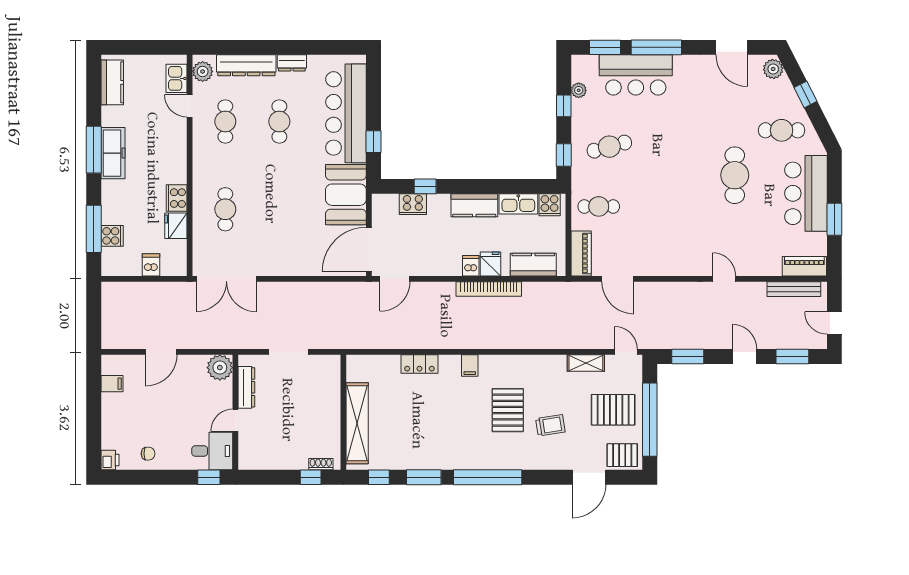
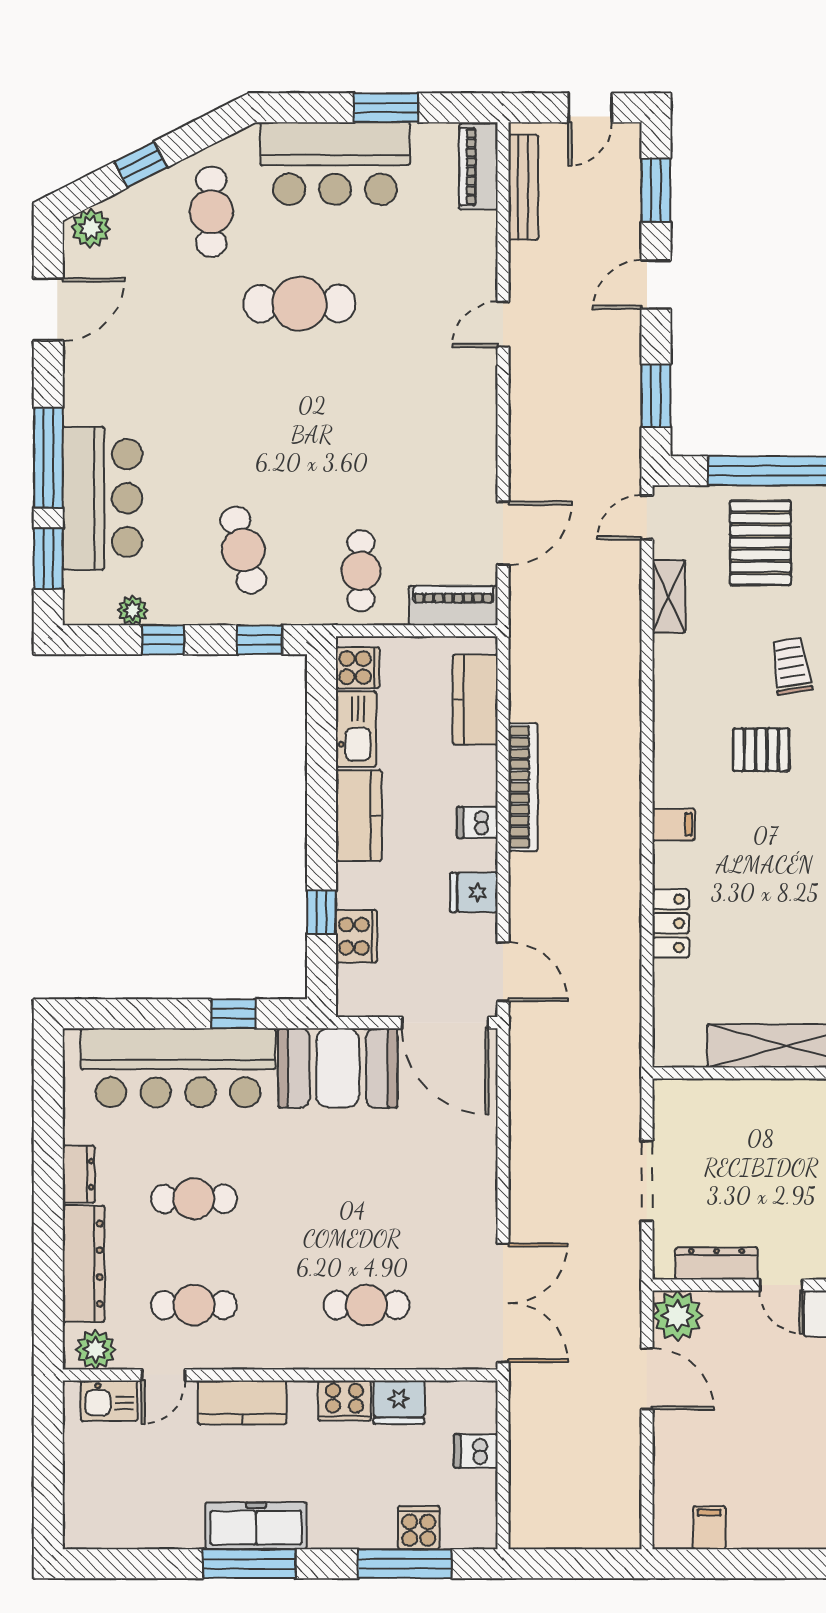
kitchen counter: (112, 82) -> (242, 1402), moved, turned 180
fridge: (490, 264) -> (474, 892), moved
door: (161, 352) -> (647, 1379), moved
pallet: (508, 410) -> (761, 750), width x0.67, depth x0.71

